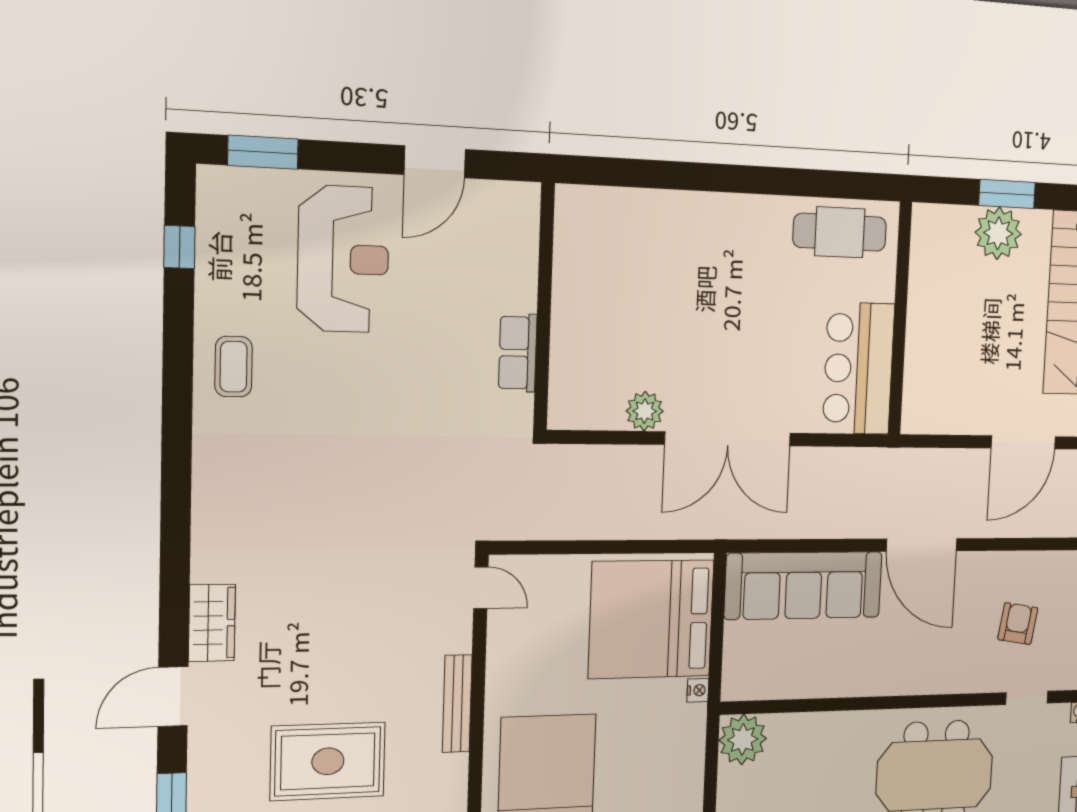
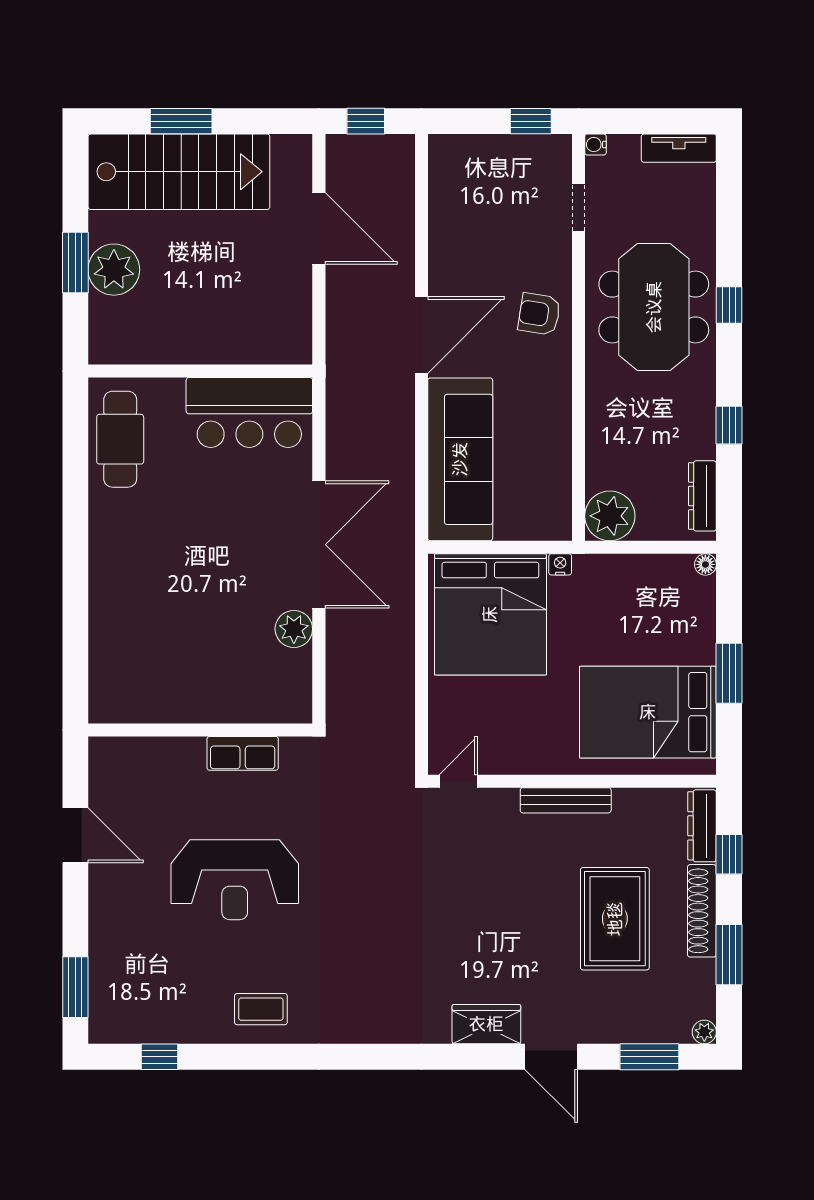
reception desk: (343, 259) -> (235, 880), moved, turned 180
armchair: (1018, 624) -> (539, 314), moved

